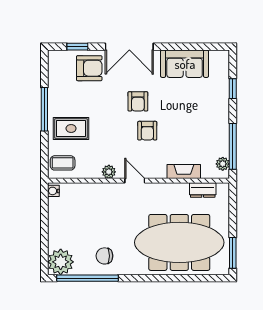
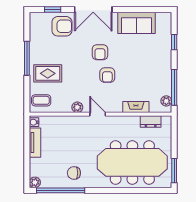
tv unit: (55, 217) -> (35, 143), added
plant: (61, 262) -> (35, 182), width x0.53, depth x0.53

